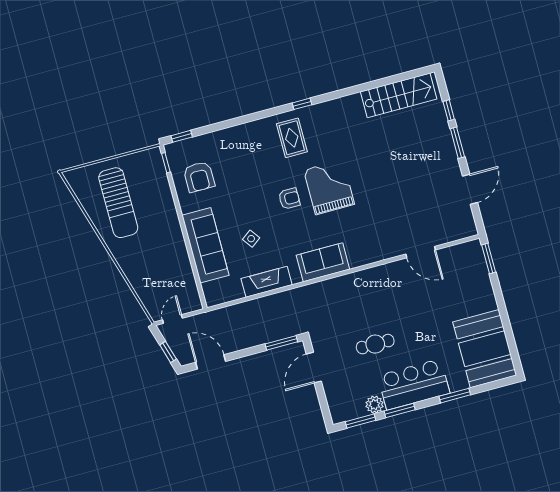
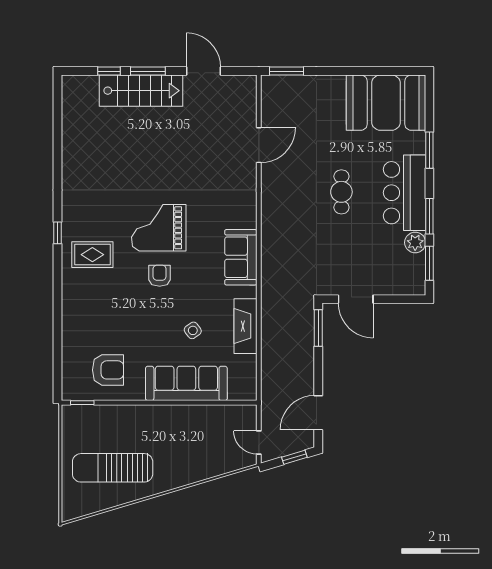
stairs: (399, 95) -> (141, 91), moved, turned 90
window: (182, 136) -> (58, 377), removed
sun lounger: (118, 203) -> (113, 468), turned 180
cafe table: (375, 344) -> (341, 192), moved

